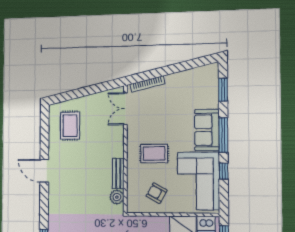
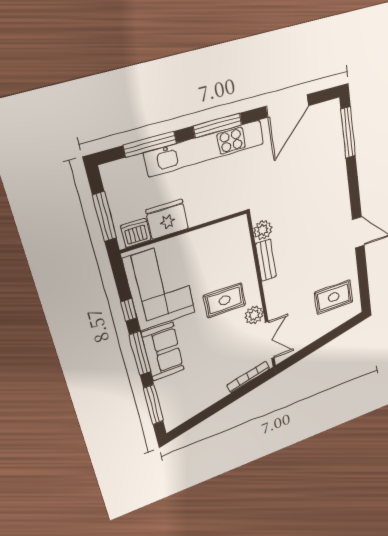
window: (223, 90) -> (153, 405), width x1.44
rug: (70, 126) -> (334, 297), turned 90
plant: (134, 134) -> (254, 315), added
armchair: (157, 193) -> (212, 252), removed

